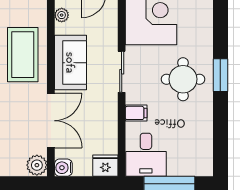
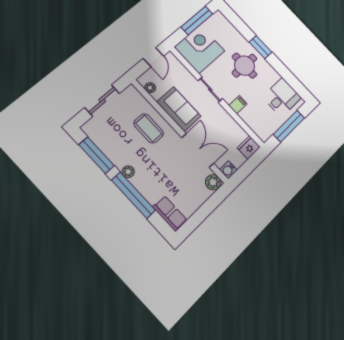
coffee table: (23, 55) -> (149, 128), width x0.73, depth x0.76
desk: (146, 155) -> (282, 97), moved, turned -90

